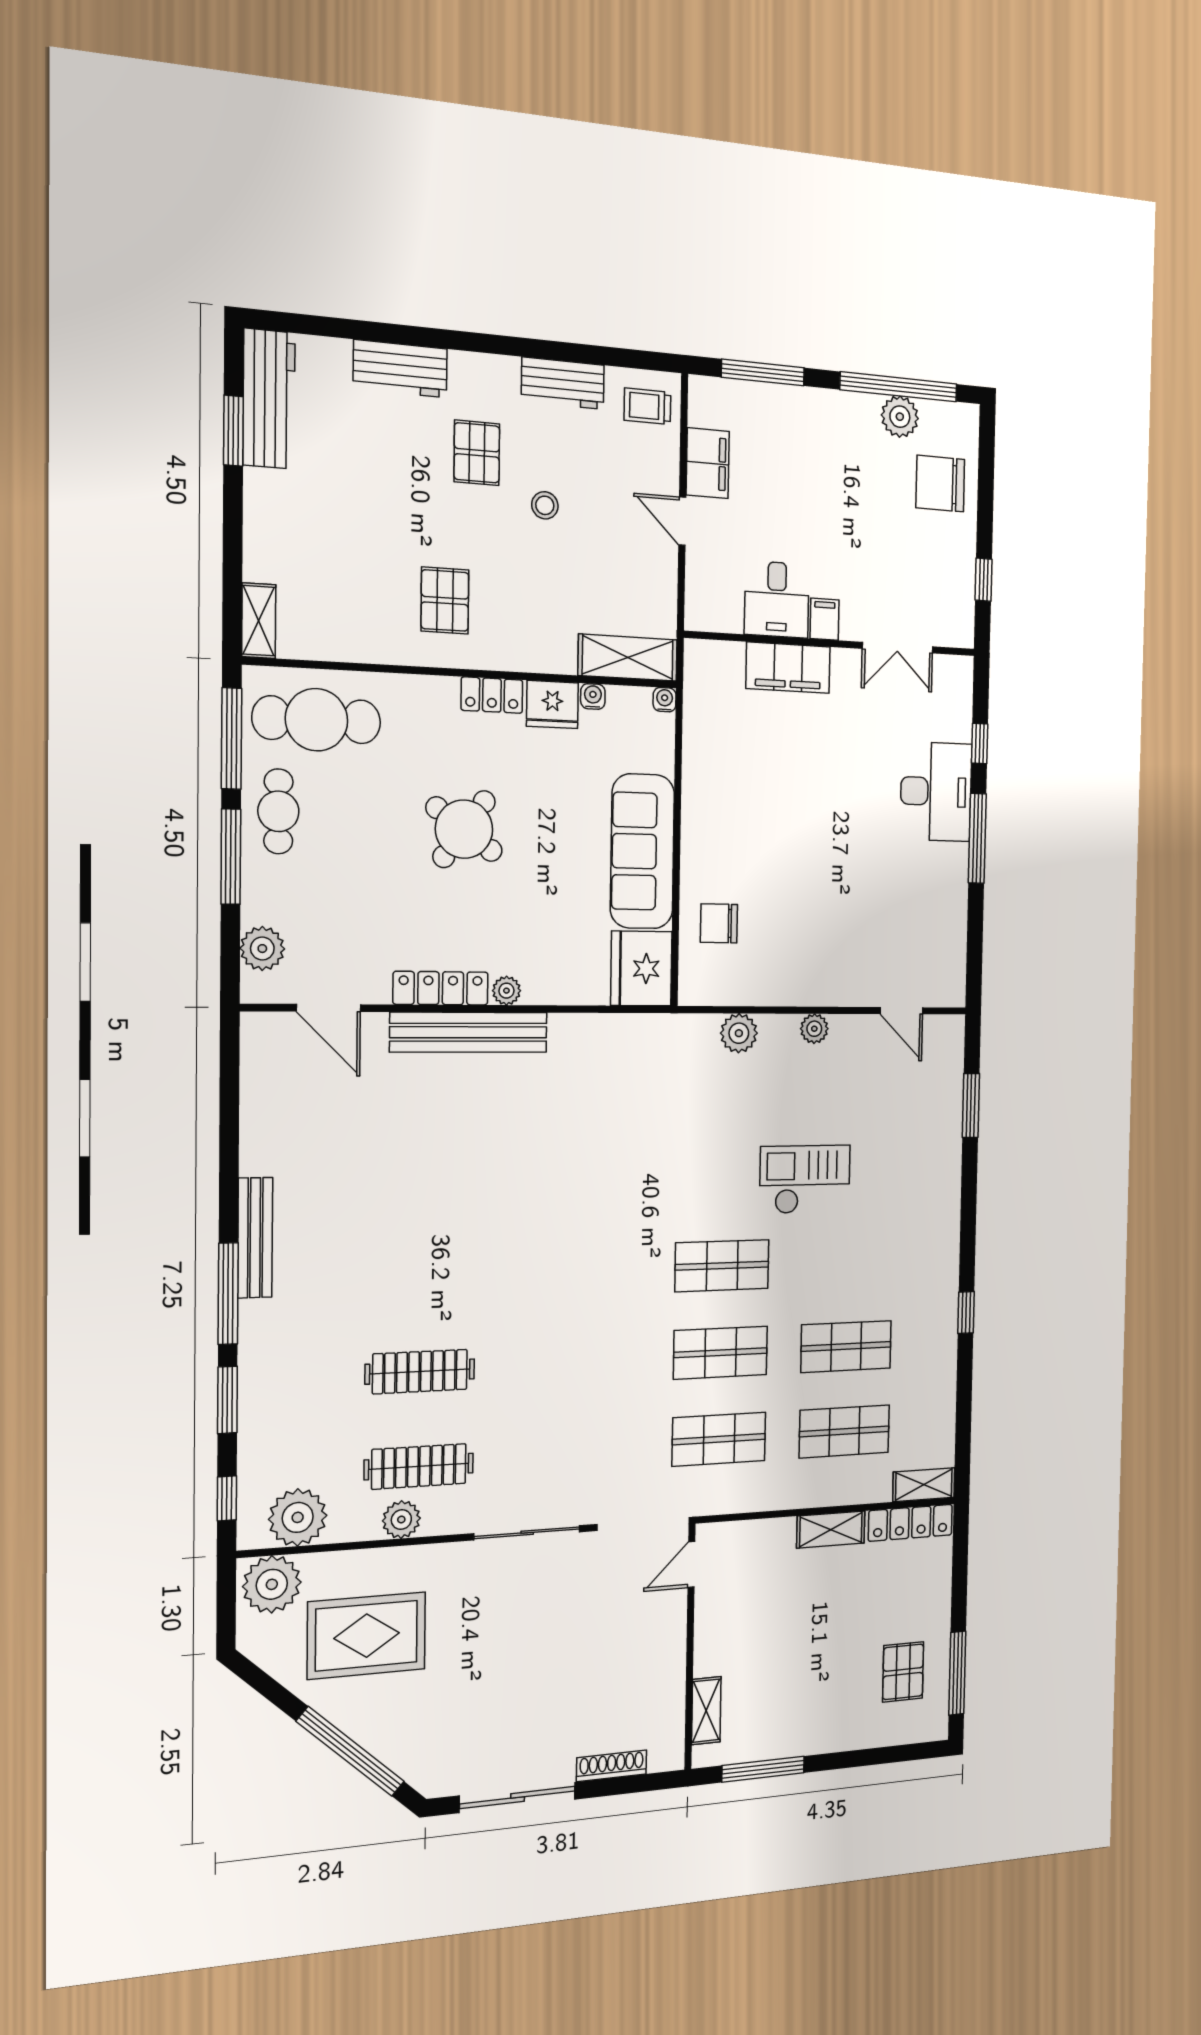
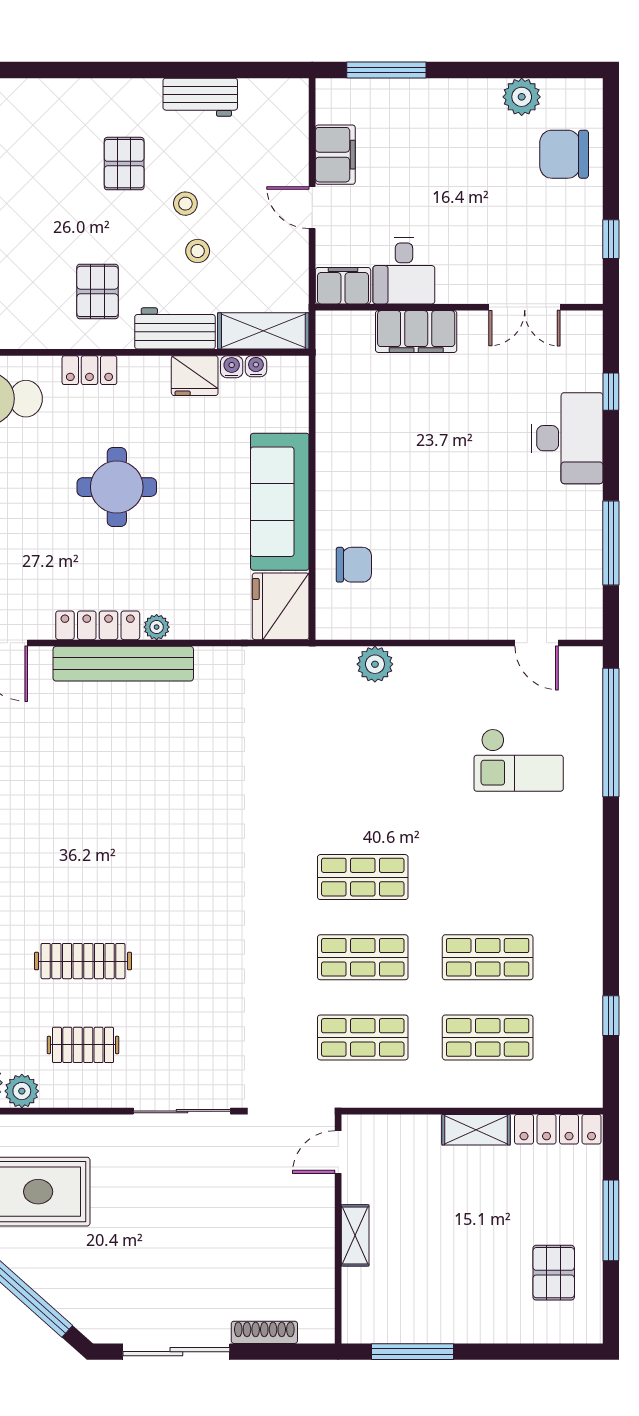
workbench: (400, 369) -> (175, 328), moved, turned 180
window: (899, 387) -> (520, 70), removed
trolley: (647, 406) -> (278, 110), removed
stool: (558, 561) -> (198, 251), added
filing cabinet: (825, 619) -> (343, 286), moved, width x2.00
locker: (492, 695) -> (89, 370), moved
water cooler: (665, 700) -> (256, 366), moved
round table: (464, 829) -> (117, 487), turned -36
window: (977, 838) -> (611, 543), moved
chair: (719, 923) -> (354, 565), turned 180
plant: (814, 1029) -> (449, 660), removed
window: (971, 1105) -> (611, 732), width x2.11
checkout: (805, 1179) -> (519, 760), moved, turned 180
window: (966, 1313) -> (611, 1016), moved
clothes rail: (419, 1466) -> (83, 1045), width x0.73
shelving: (924, 1485) -> (571, 1094), removed
plant: (401, 1520) -> (22, 1091), moved
window: (957, 1673) -> (611, 1220), moved
shelving: (706, 1711) -> (355, 1235), moved

